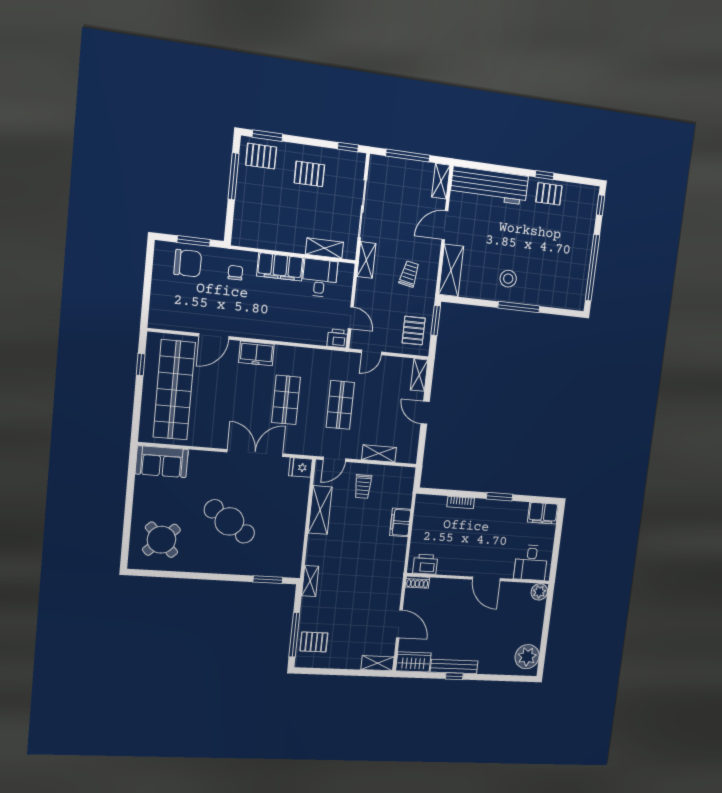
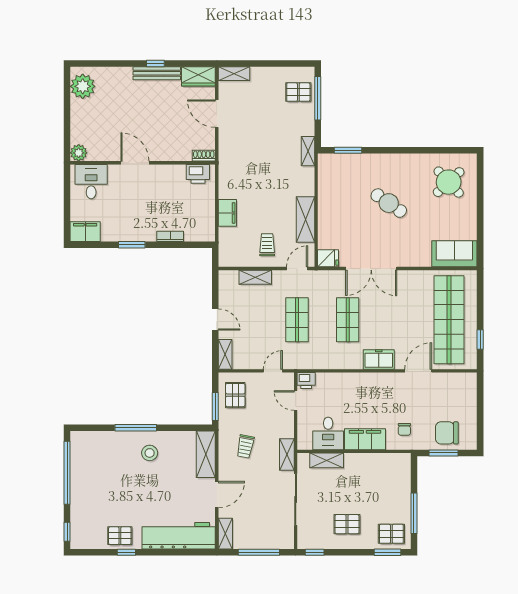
cafe table: (229, 521) -> (389, 203), width x0.73, depth x0.74

